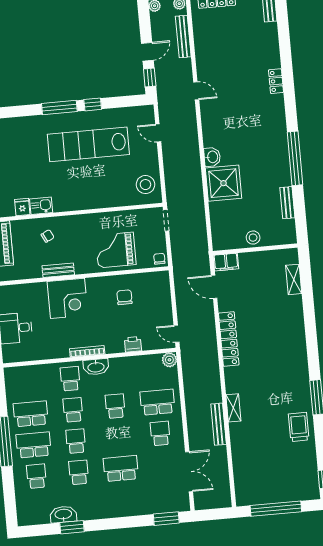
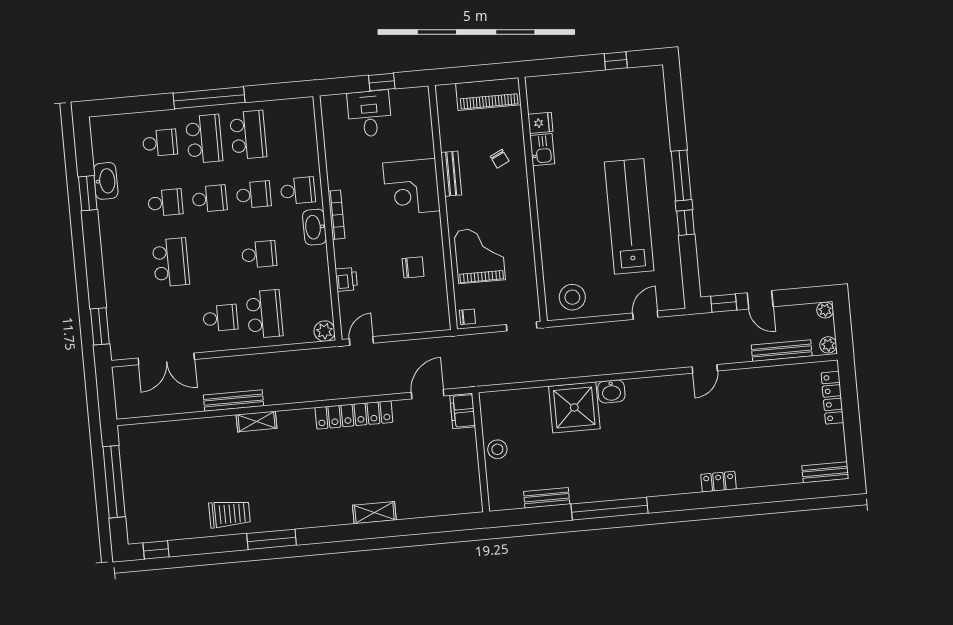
shelving: (294, 279) -> (374, 513), moved

